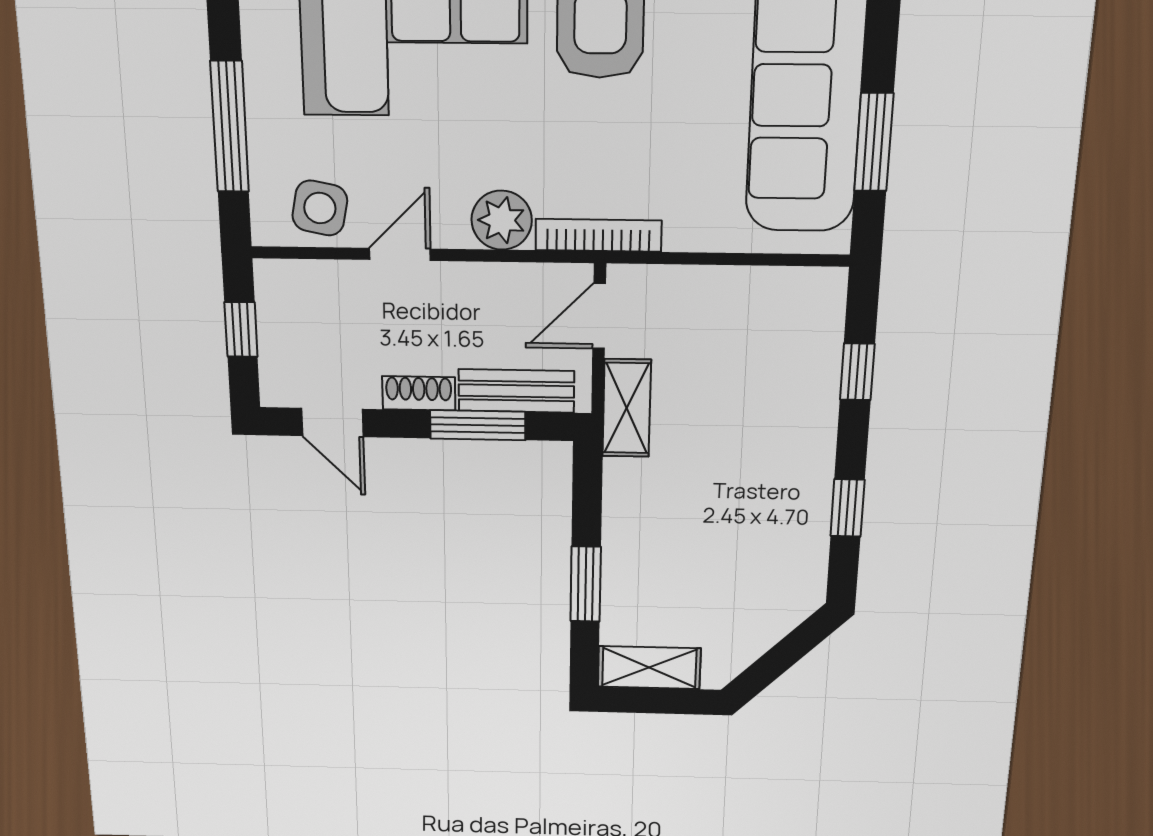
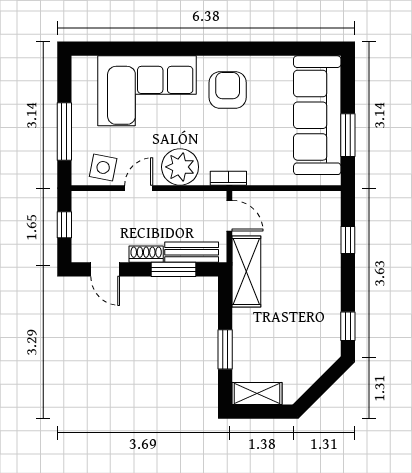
plant: (502, 220) -> (180, 167), width x1.36, depth x1.36
bookcase: (598, 235) -> (228, 178), width x0.64
door: (599, 316) -> (229, 216), swing flipped
shelving: (627, 408) -> (246, 271), width x1.50, depth x1.33
window: (847, 508) -> (348, 326), moved

